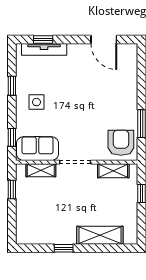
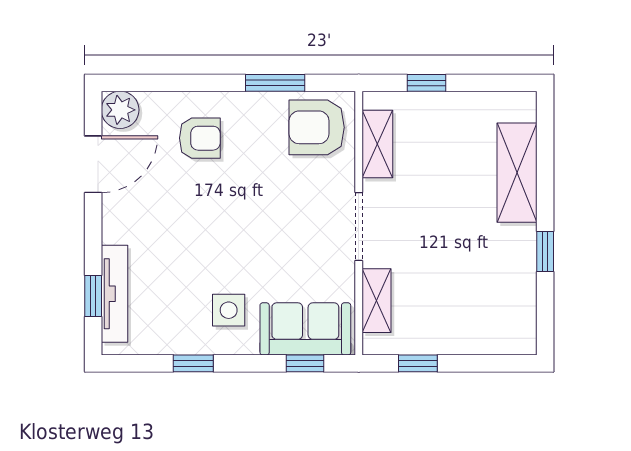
plant: (129, 52) -> (120, 110), added
armchair: (116, 89) -> (200, 138), added
sofa: (37, 149) -> (305, 329), moved, turned 90

